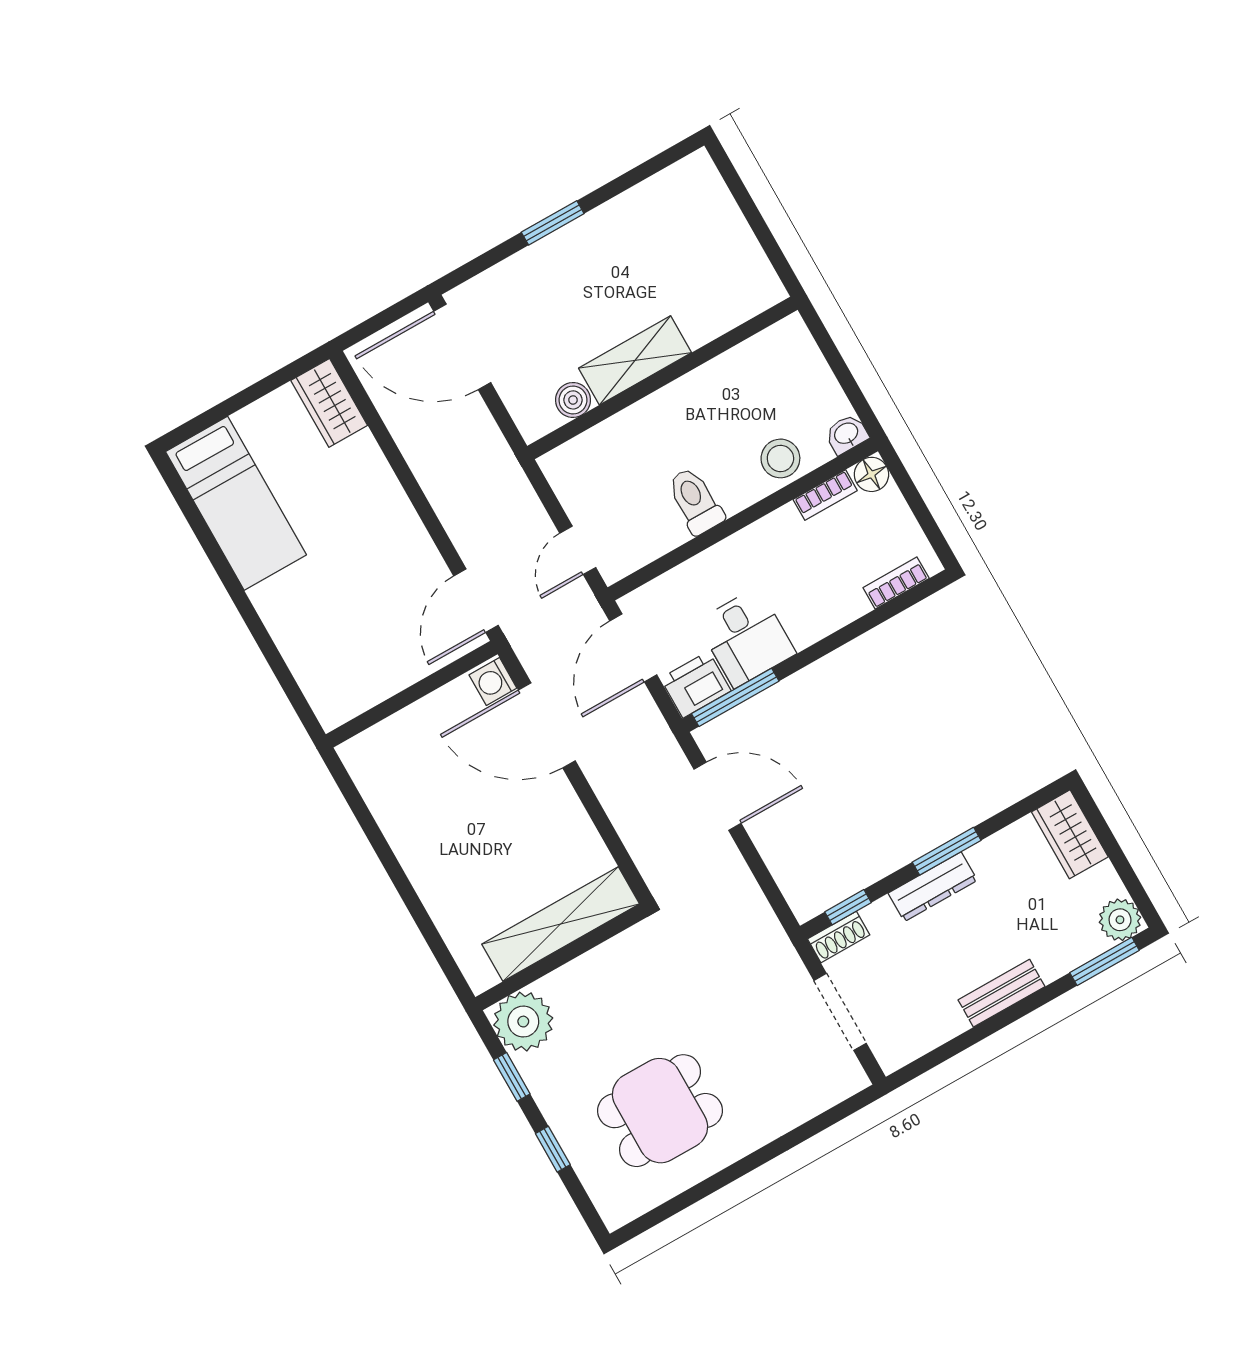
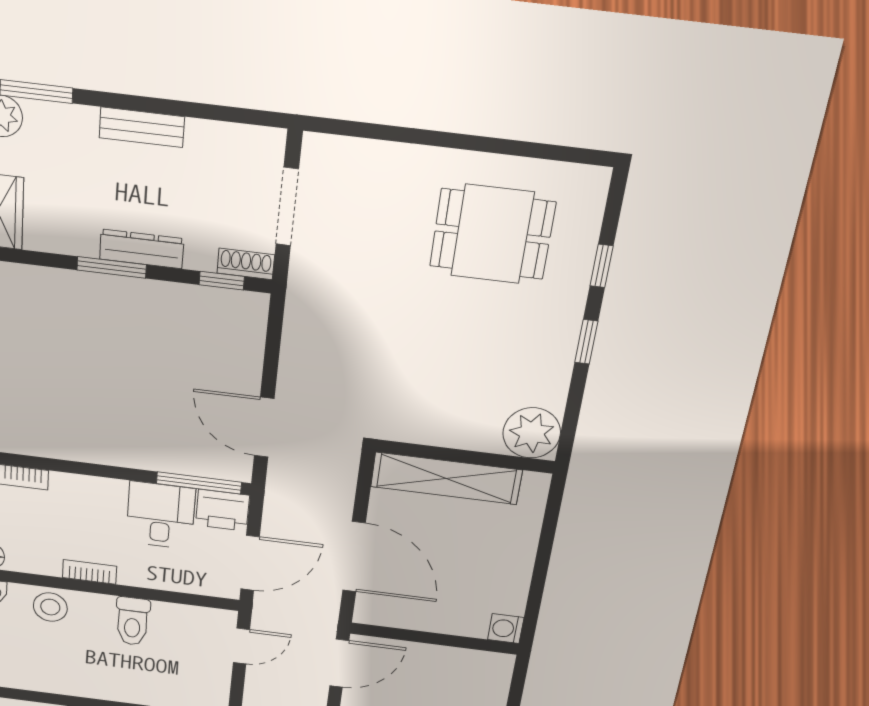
bookcase: (825, 495) -> (90, 572), moved
washing machine: (493, 681) -> (506, 629), moved, turned 180
shelving: (561, 924) -> (446, 478), moved
wall: (561, 957) -> (465, 457), moved
plant: (523, 1022) -> (532, 433), moved

